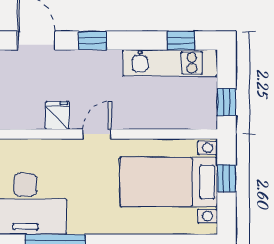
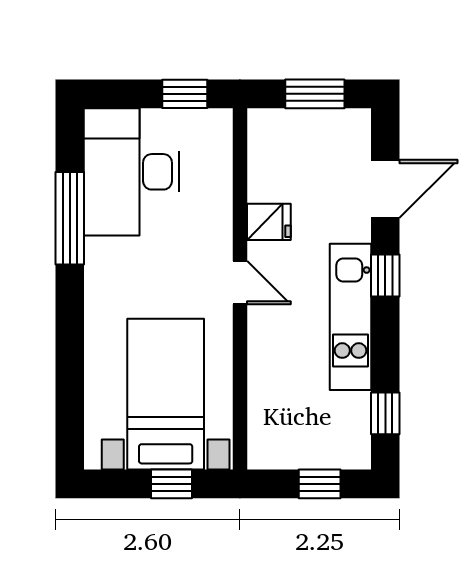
kitchen unit: (170, 63) -> (351, 317), moved
window: (226, 102) -> (320, 484), moved

